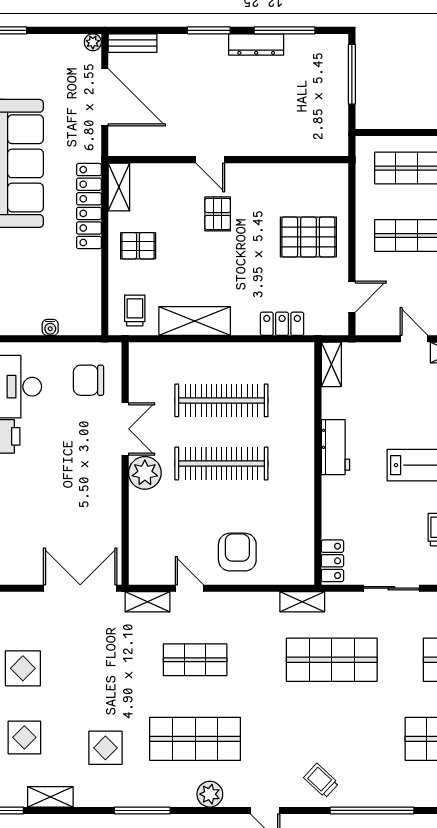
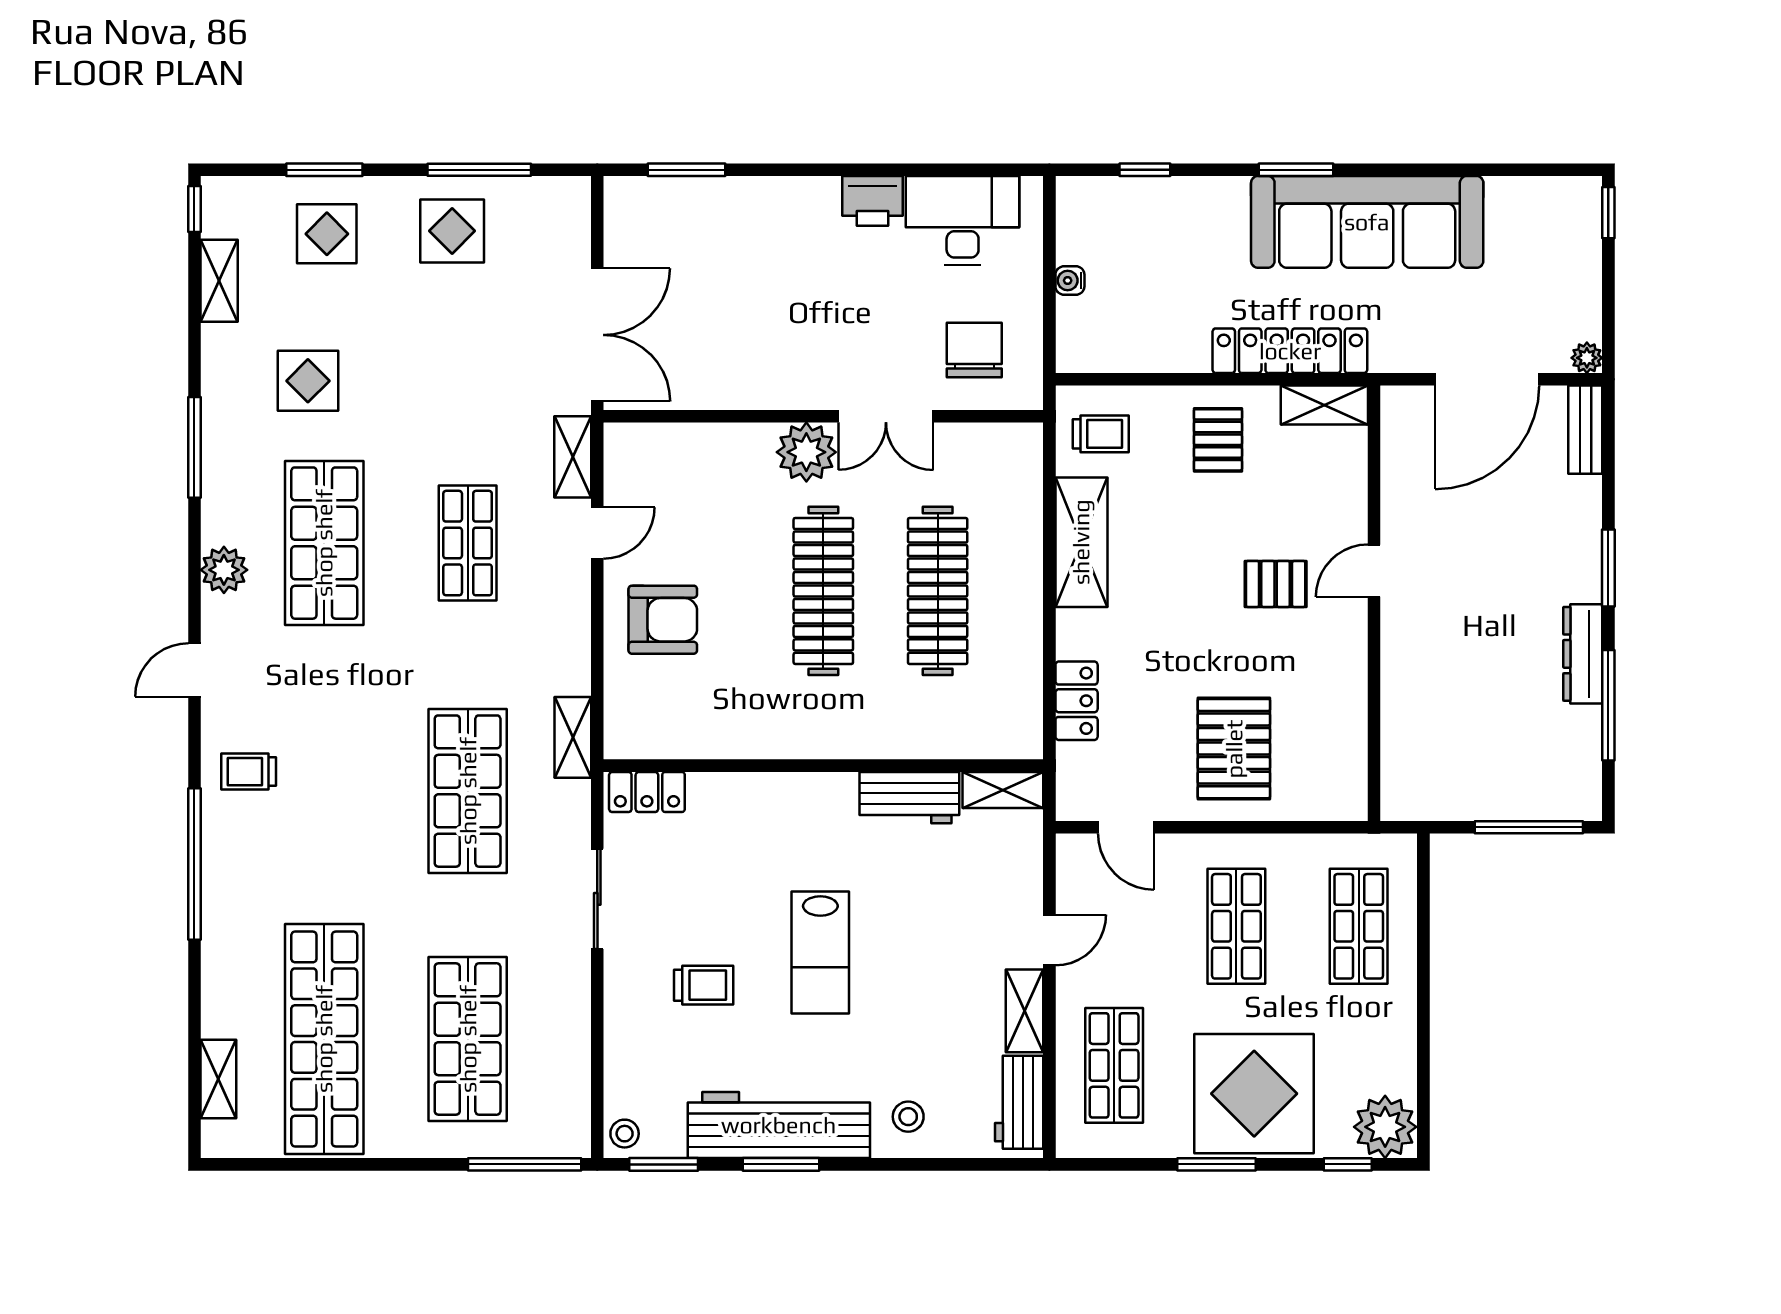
workbench: (335, 447) -> (909, 798), moved
trolley: (321, 781) -> (249, 772), turned -133

